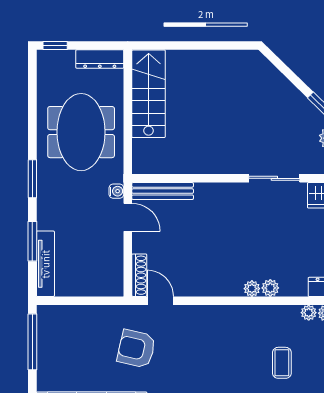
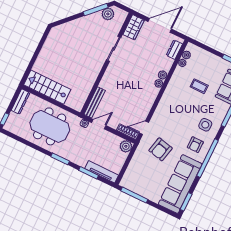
plant: (112, 285) -> (126, 146), added

